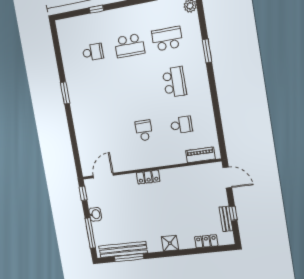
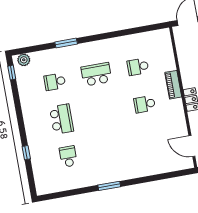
school desk: (167, 39) -> (55, 82), width x0.54
school desk: (181, 125) -> (138, 67), turned -90
piano: (200, 155) -> (173, 85), moved

